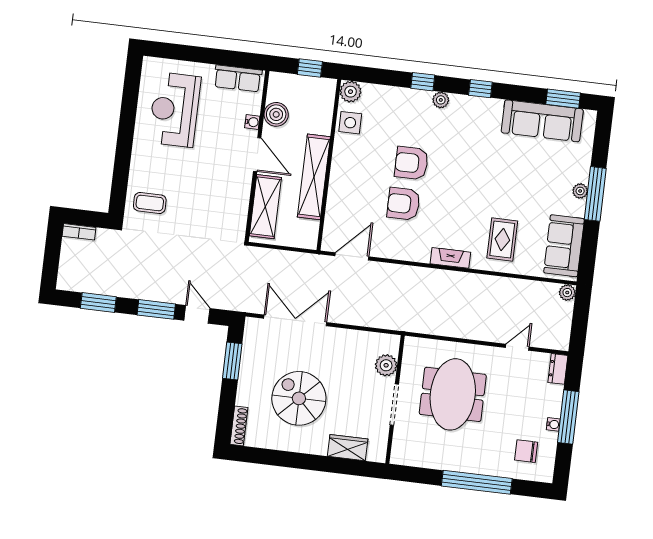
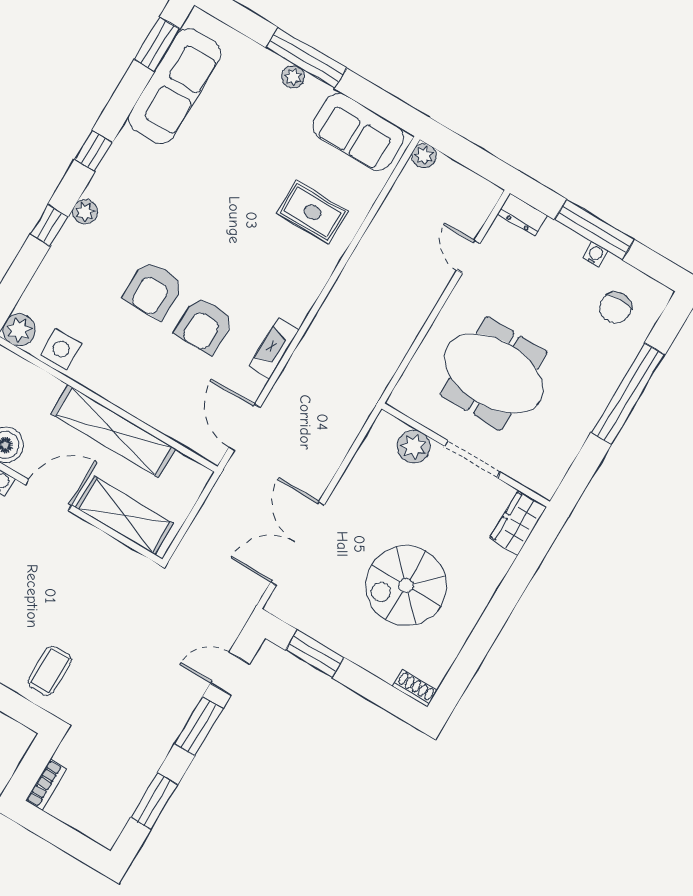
fireplace: (450, 258) -> (274, 348), moved
shoe rack: (239, 426) -> (415, 688), width x0.70
wardrobe: (348, 448) -> (518, 523), moved

